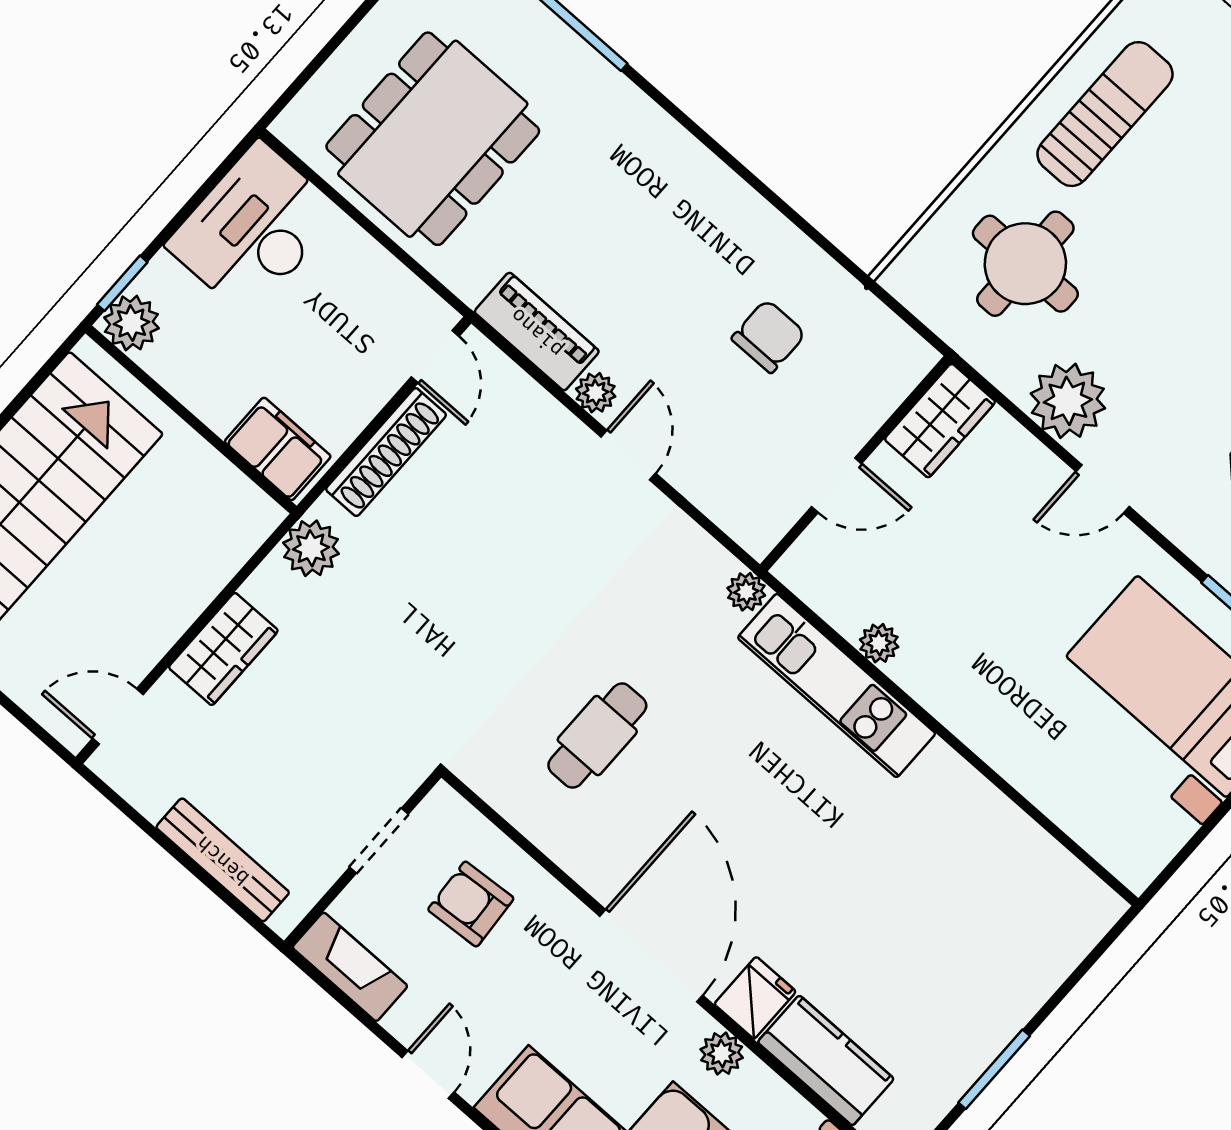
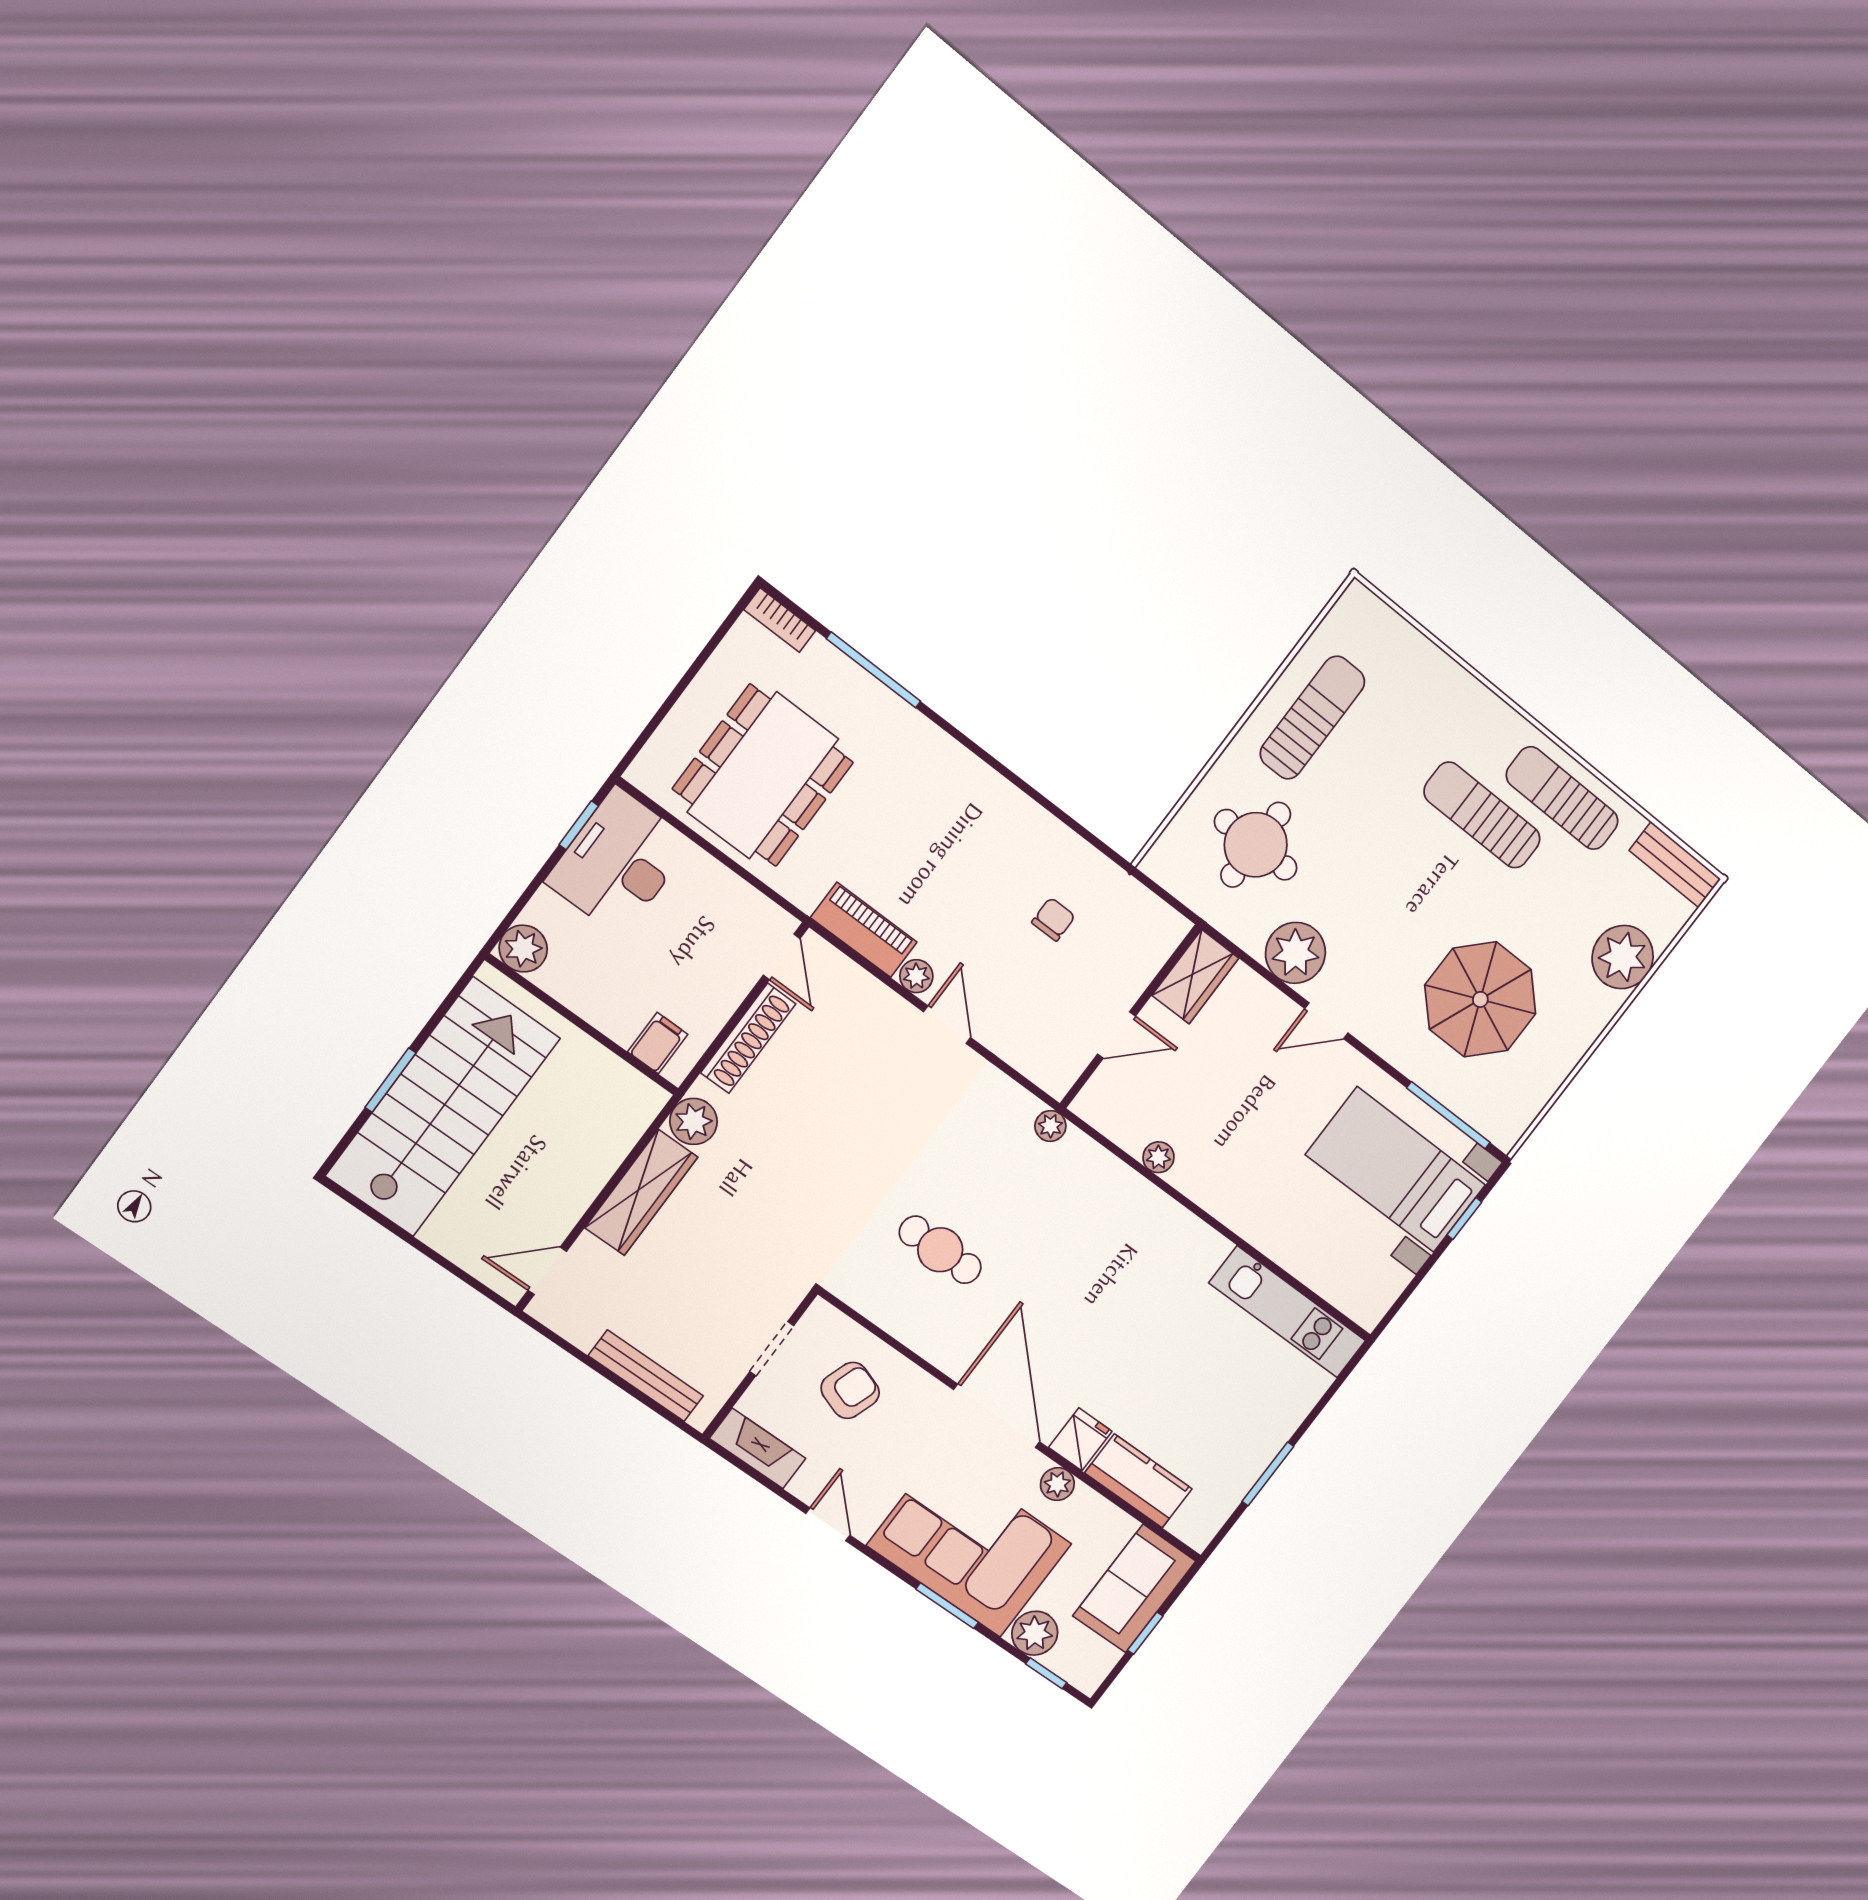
window: (122, 283) -> (579, 825), moved
chair: (769, 336) -> (1053, 919), width x0.73, depth x0.73
filing cabinet: (278, 449) -> (658, 1043), width x0.50
wardrobe: (223, 649) -> (641, 1192), width x1.50
kitchen unit: (837, 686) -> (1288, 1312), moved
cafe table: (597, 736) -> (940, 1250), turned 90
armchair: (471, 904) -> (850, 1390), turned 113

